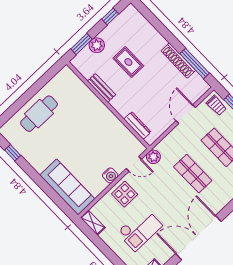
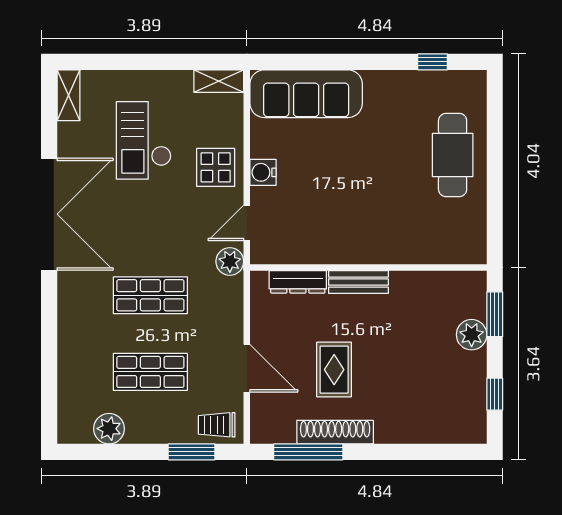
rug: (128, 62) -> (334, 370), moved, turned 90
bench: (102, 88) -> (358, 282), moved

